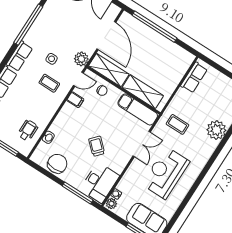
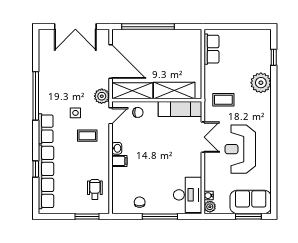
filing cabinet: (75, 100) -> (119, 161), moved
washbasin: (48, 137) -> (117, 148), moved
trolley: (97, 146) -> (164, 164), removed
chair: (57, 164) -> (140, 202), width x0.54, depth x0.54
window: (78, 193) -> (160, 216), moved

